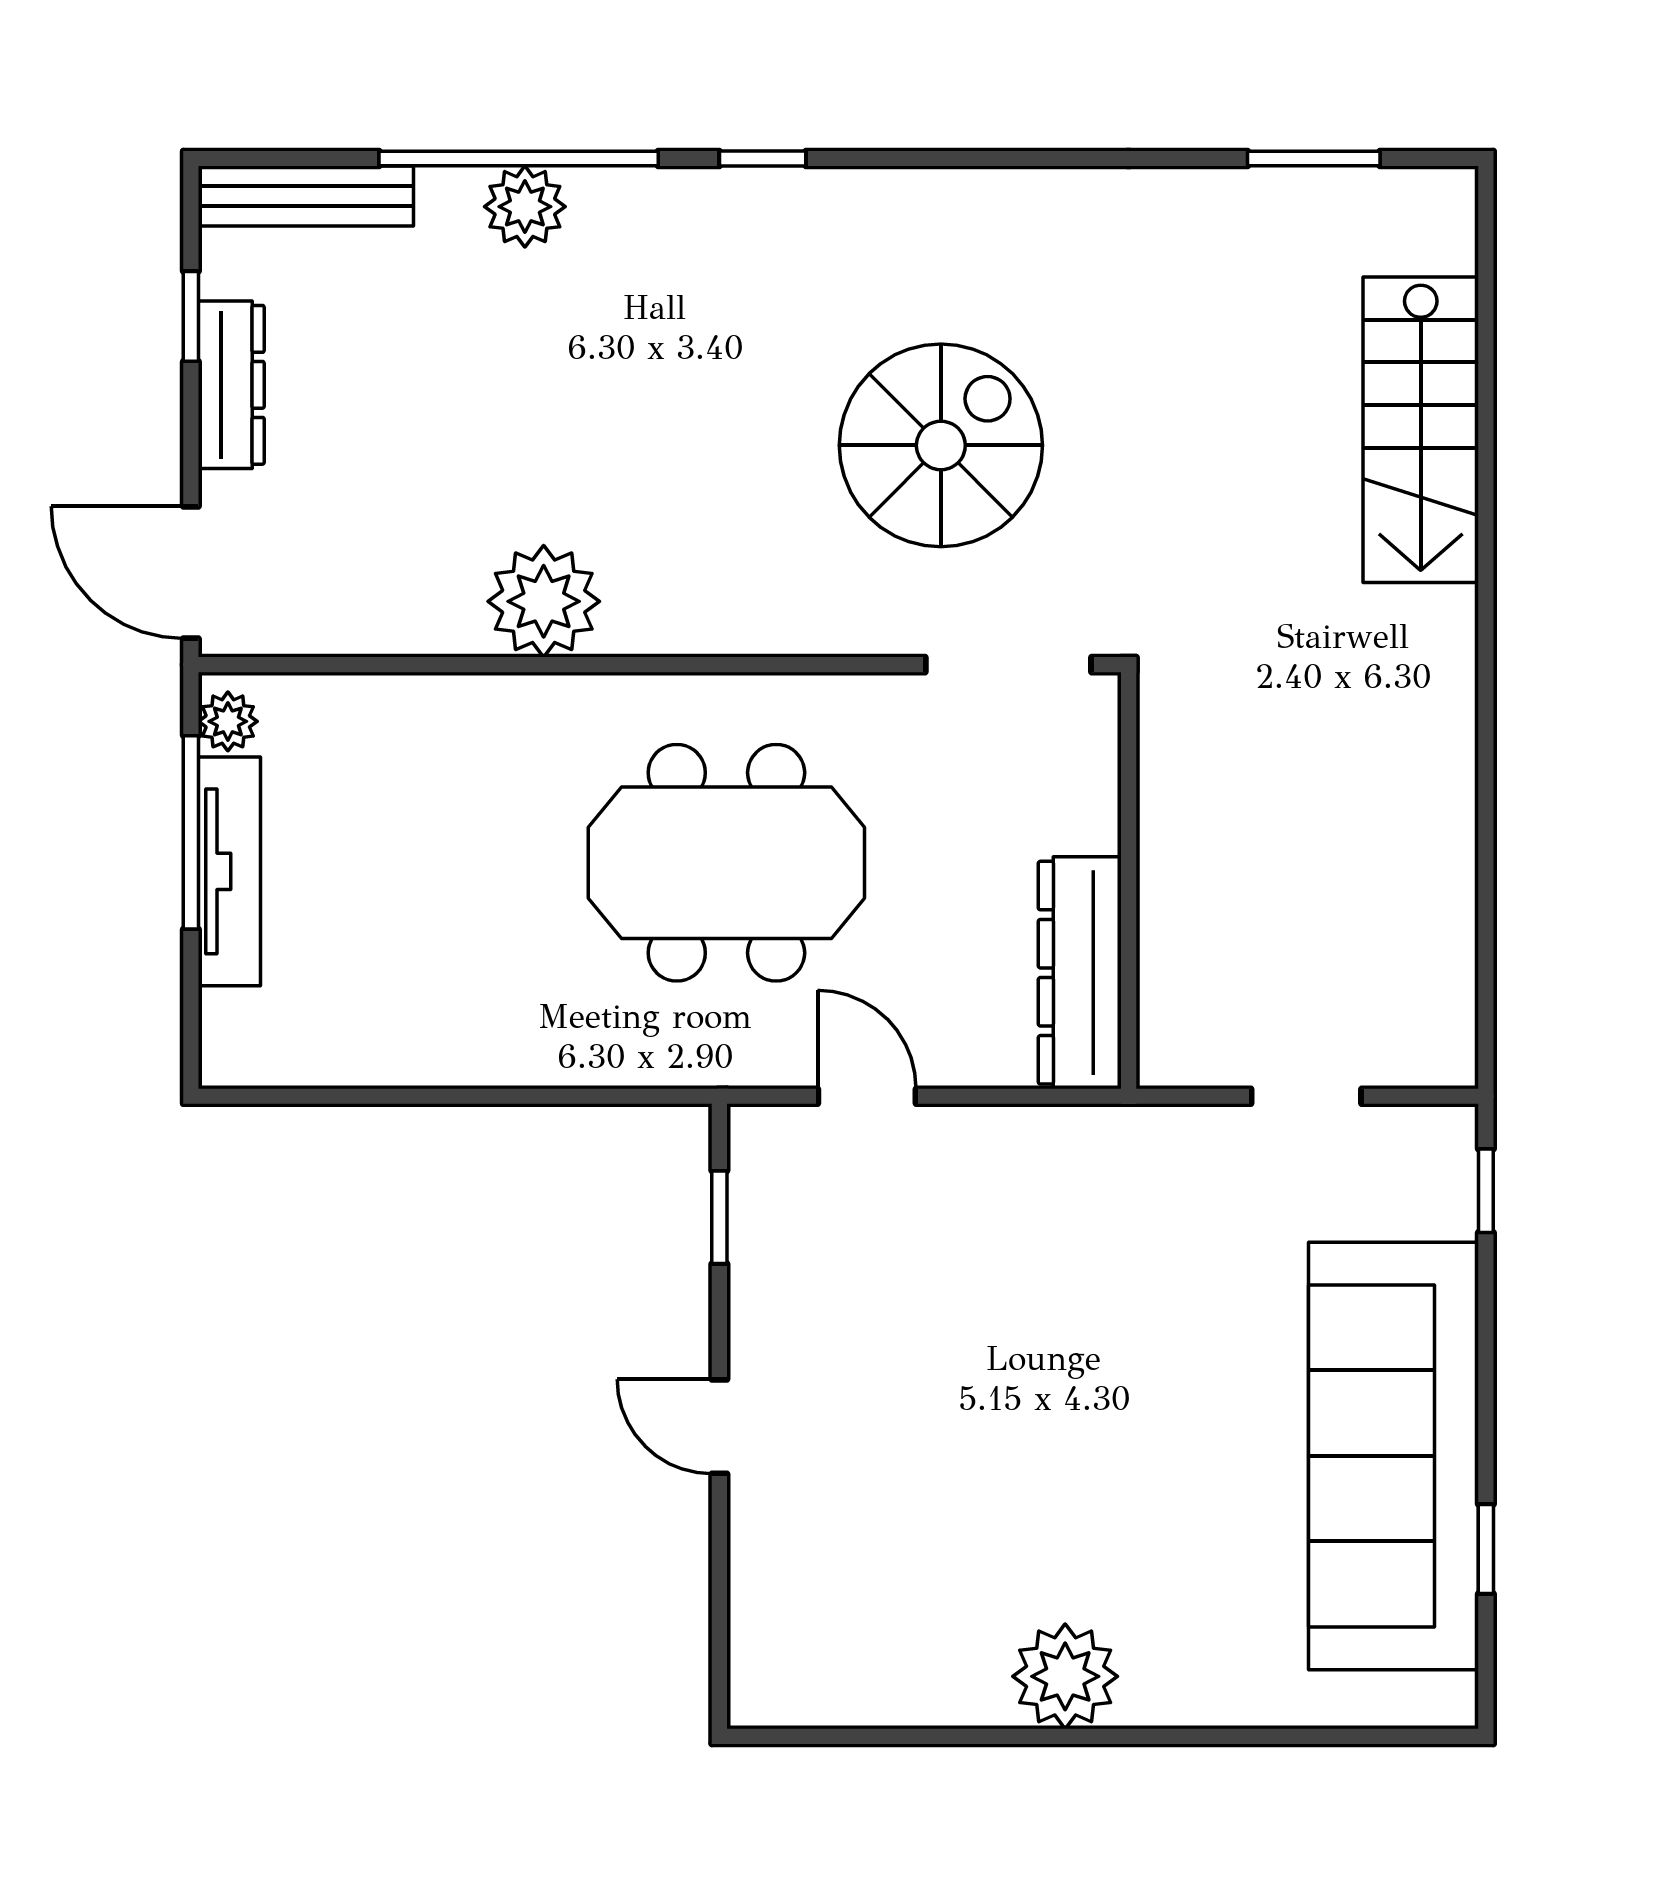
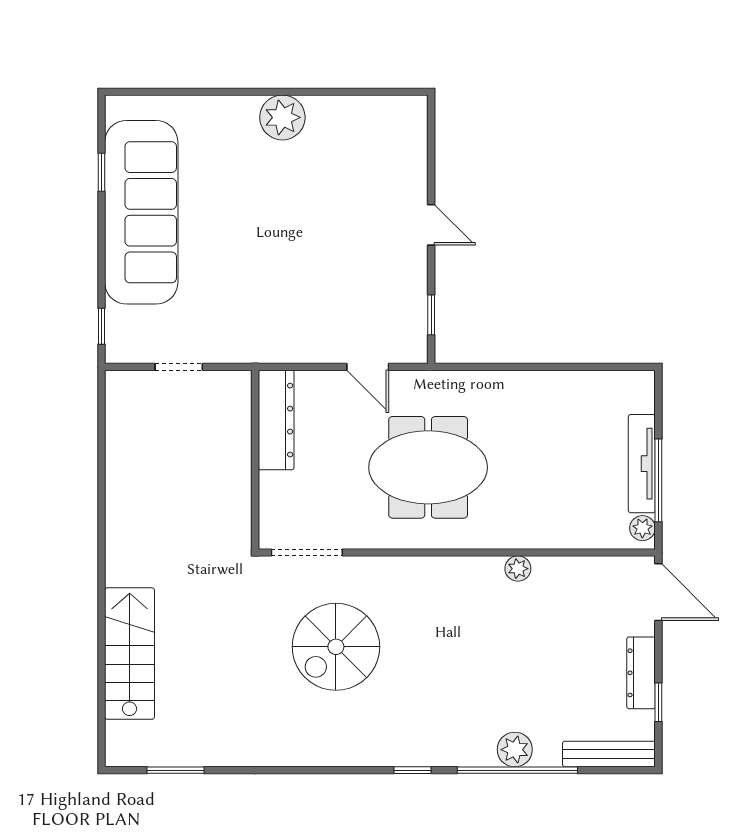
plant: (544, 601) -> (518, 569), width x0.53, depth x0.53

